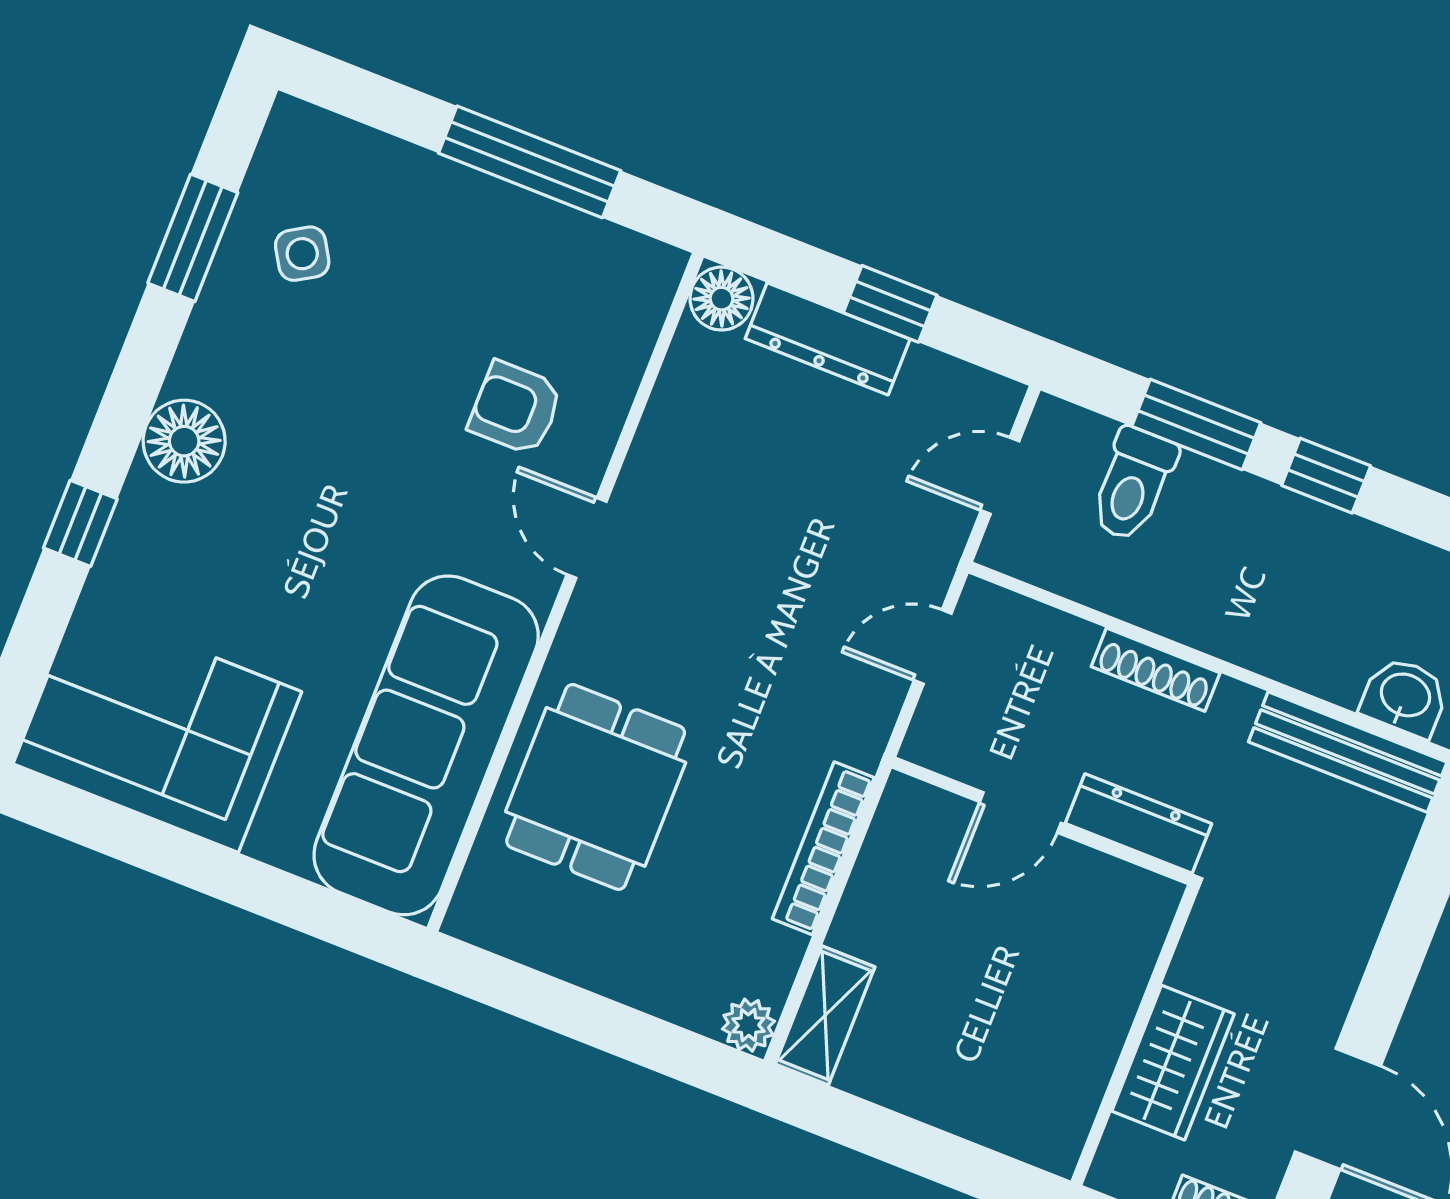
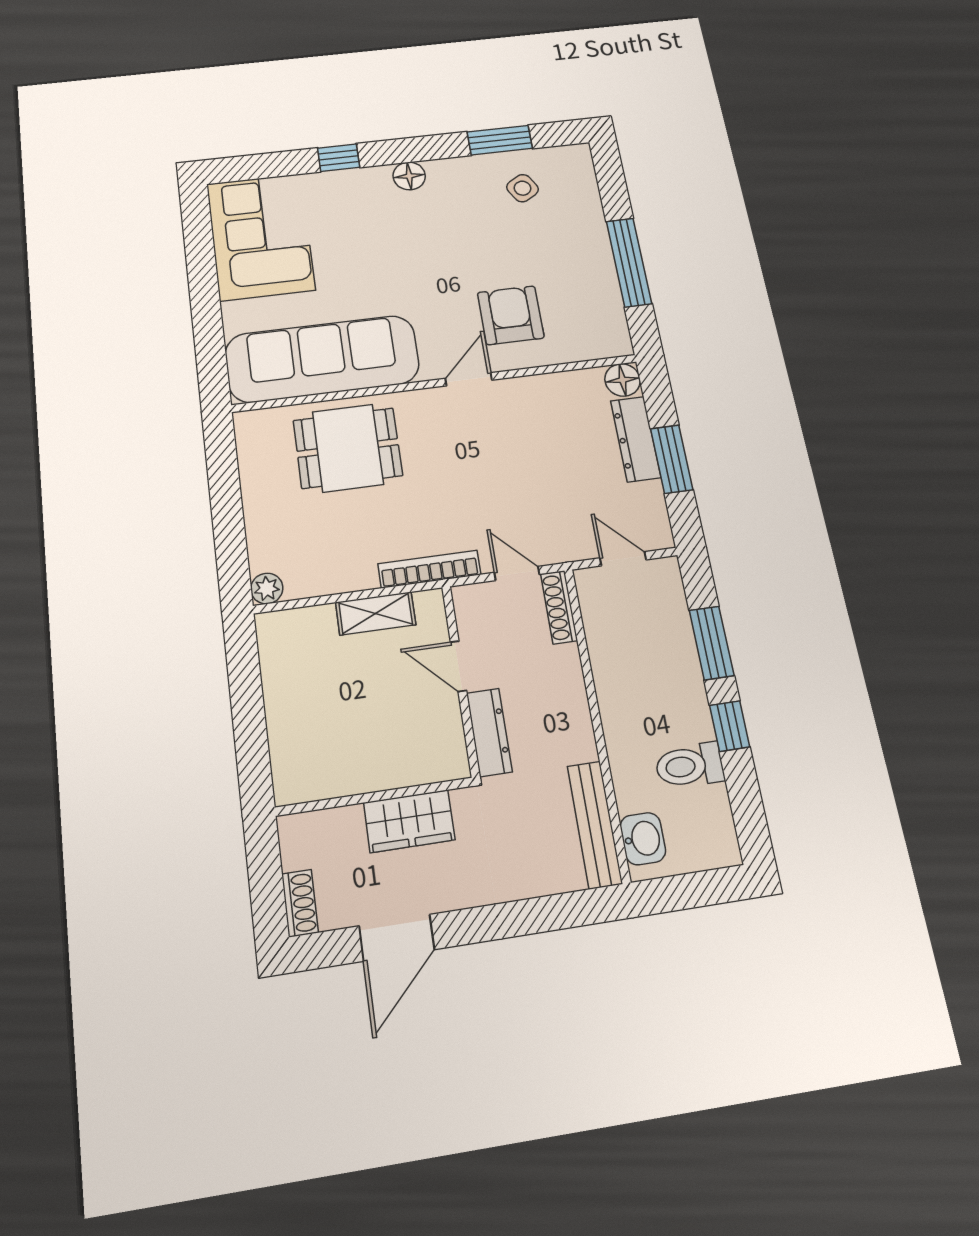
window: (890, 304) -> (672, 459), width x1.50
armchair: (516, 408) -> (511, 315), width x1.38, depth x1.38
floor lamp: (184, 441) -> (409, 176), width x0.73, depth x0.73
toilet: (1133, 484) -> (690, 766), moved
shoe rack: (1156, 670) -> (559, 607), moved
bookcase: (823, 848) -> (429, 569), moved
shelving: (825, 1015) -> (376, 613), moved
wardrobe: (1173, 1063) -> (409, 821), moved

